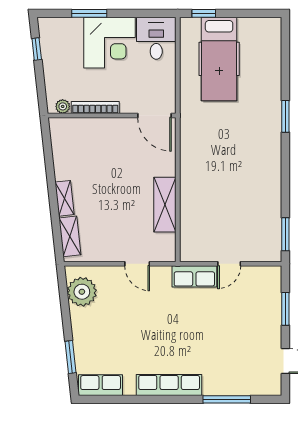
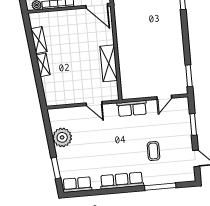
shelving: (70, 236) -> (39, 40), moved
door: (229, 264) -> (164, 97), moved
plant: (82, 292) -> (62, 137), moved
coffee table: (221, 344) -> (153, 151), added

